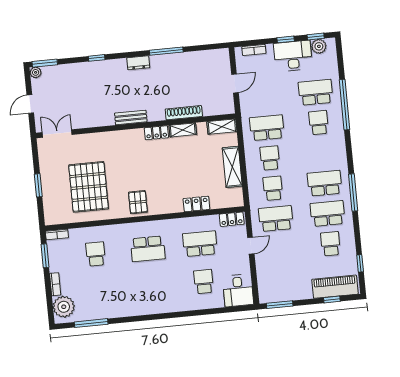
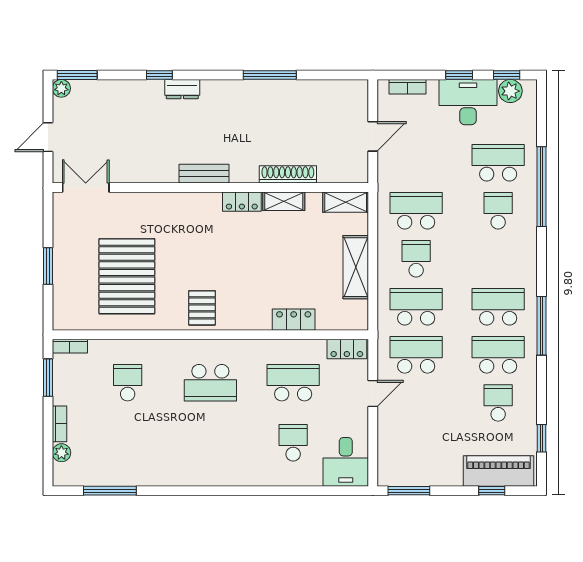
dresser: (138, 63) -> (182, 89), moved
school desk: (273, 188) -> (416, 307), width x1.85
plant: (64, 307) -> (61, 453), width x0.53, depth x0.53

